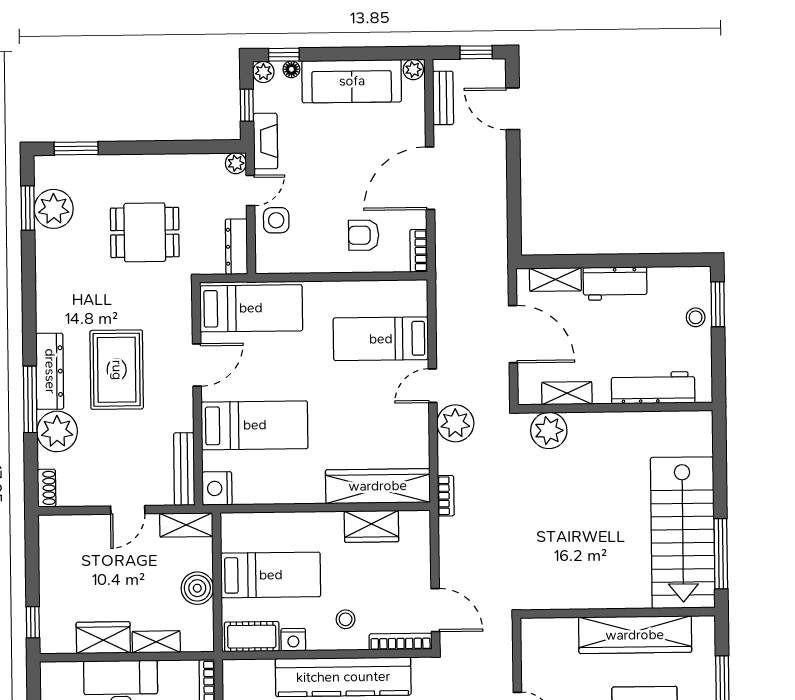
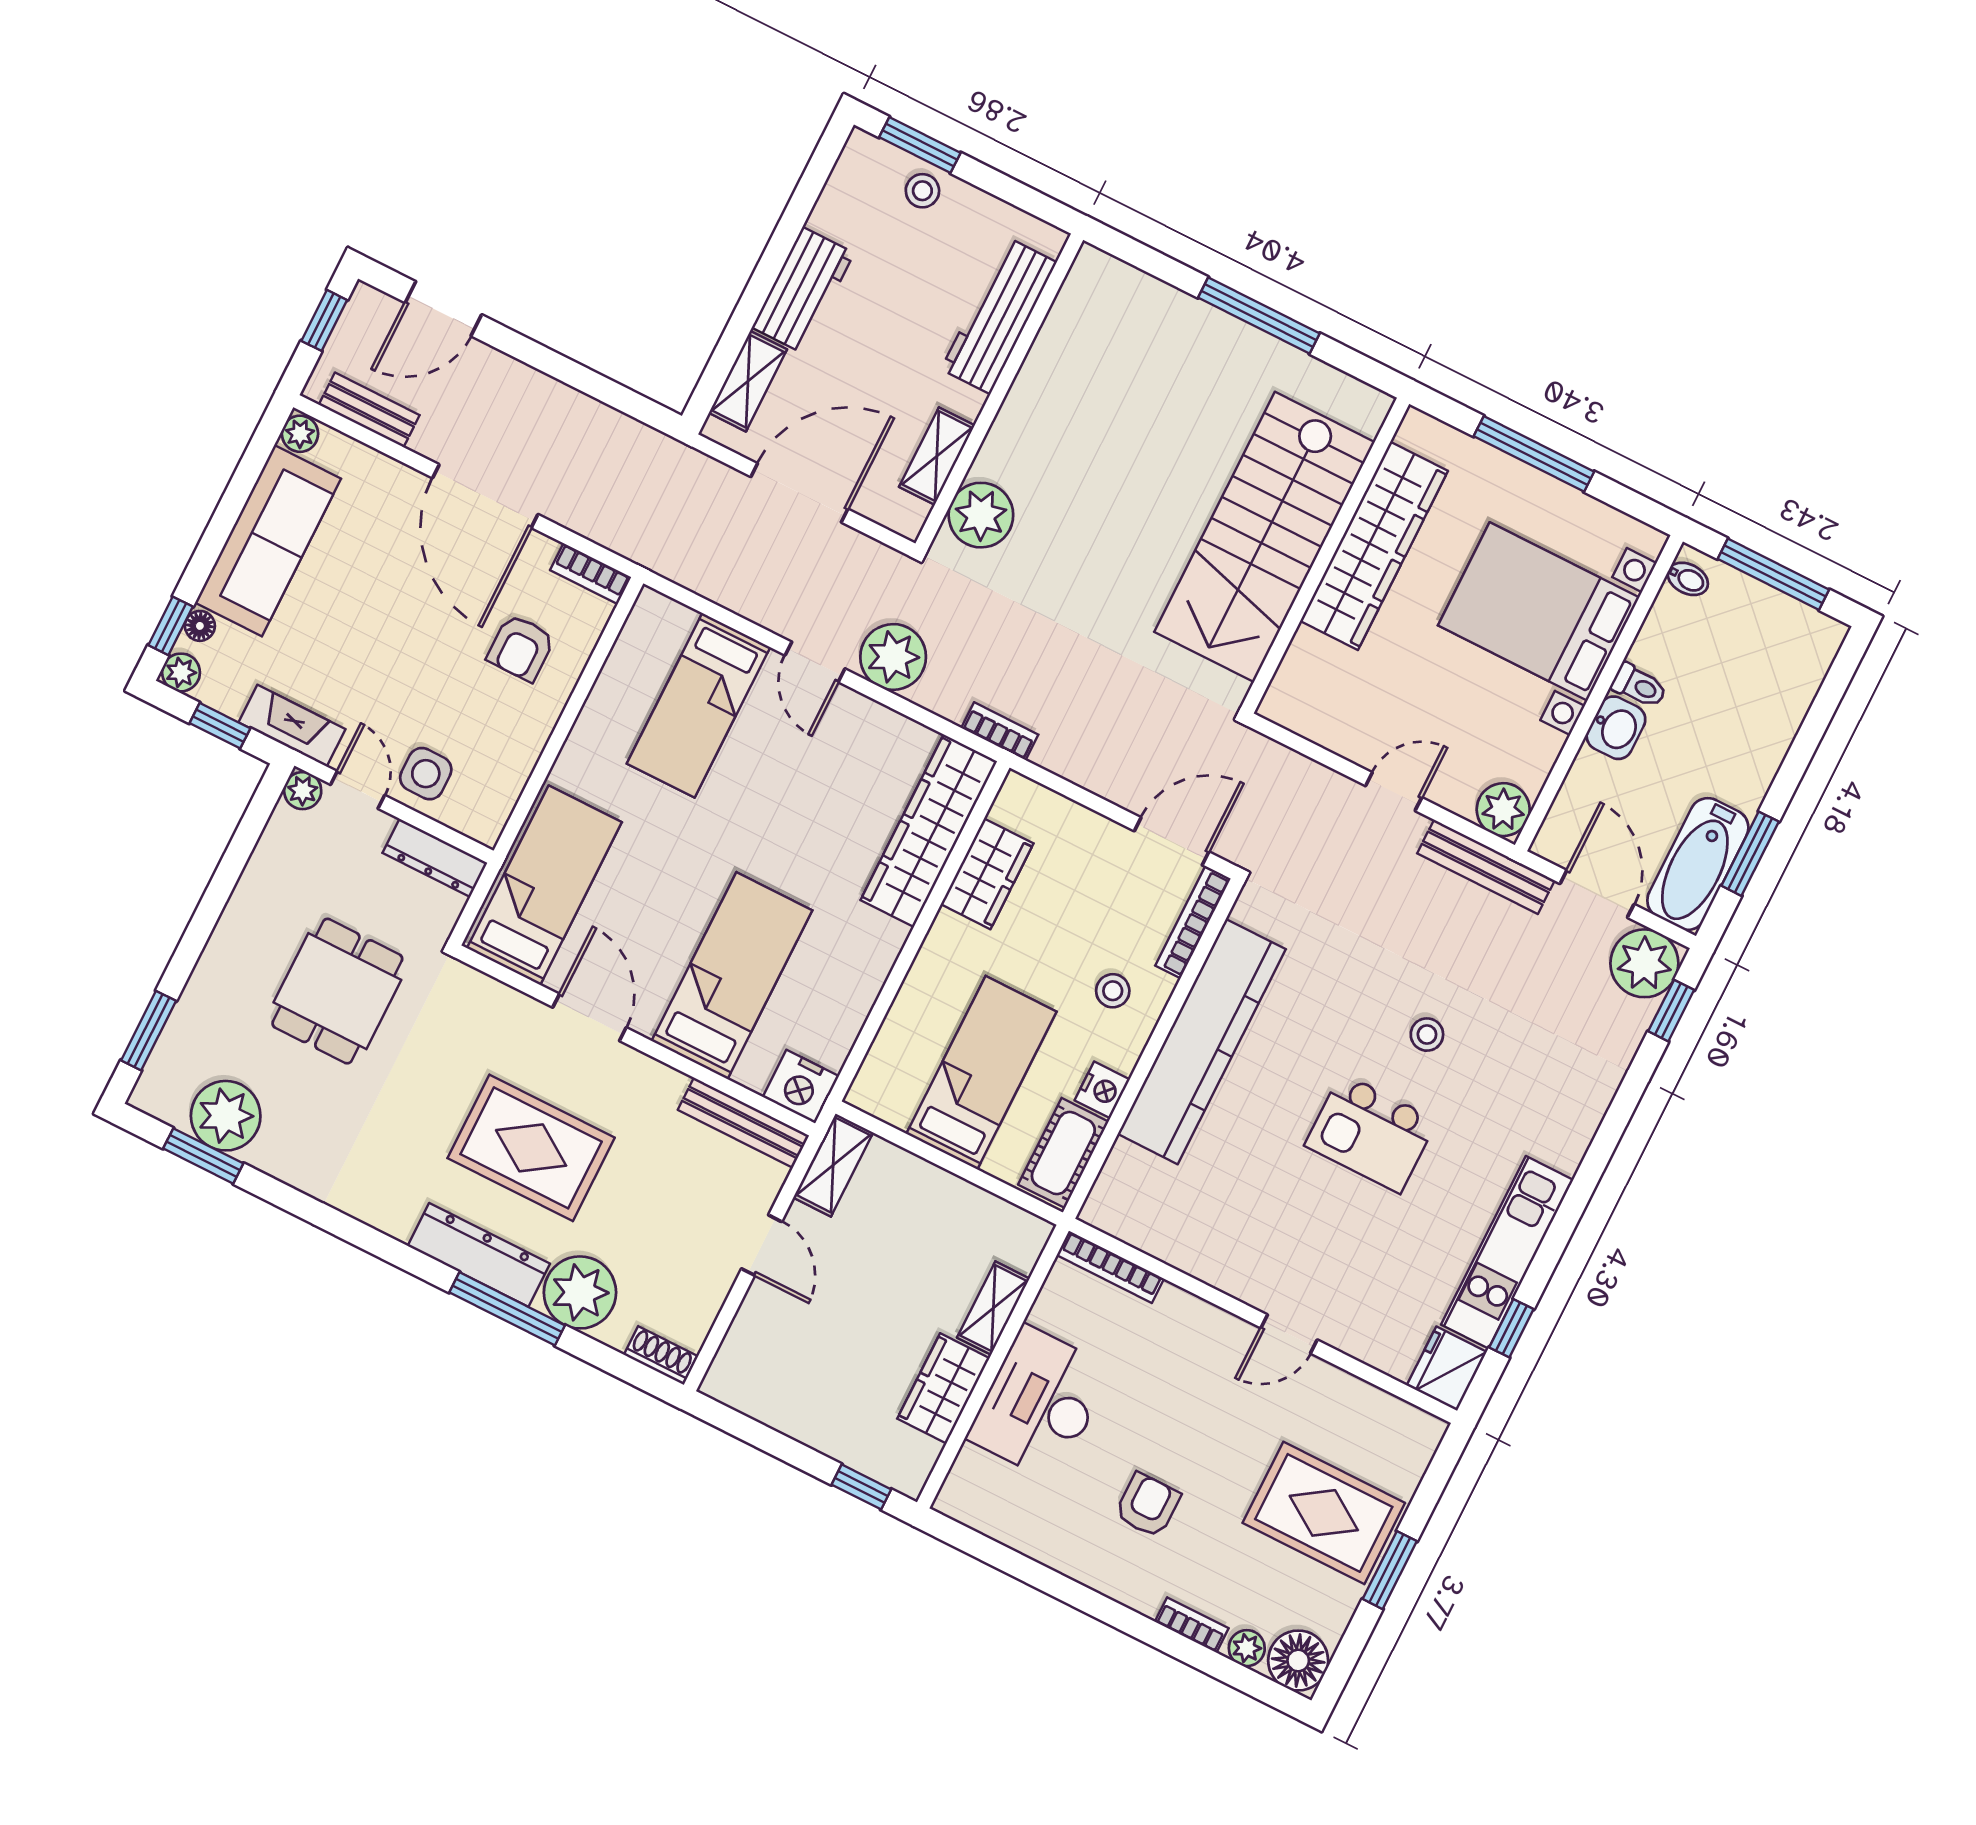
stairs: (683, 533) -> (1264, 537), moved, turned 90
window: (721, 554) -> (1259, 315), moved
boiler: (197, 588) -> (942, 1199), removed

